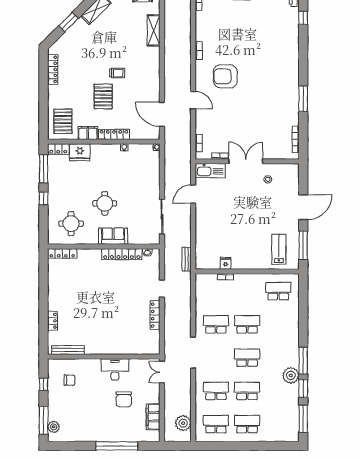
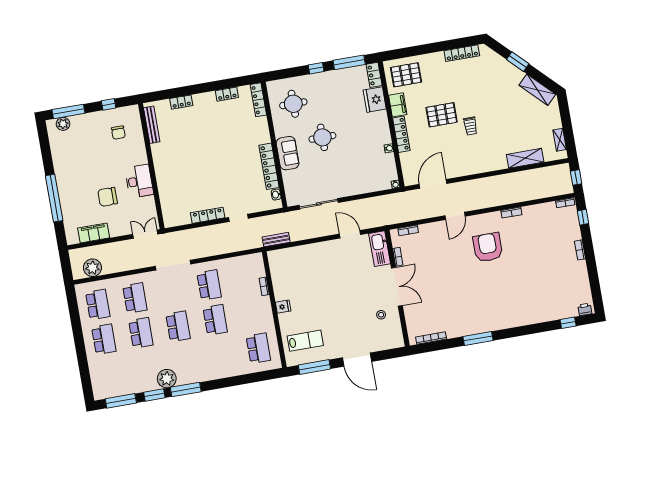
fridge: (226, 263) -> (283, 307), moved
locker: (53, 280) -> (227, 94), added

